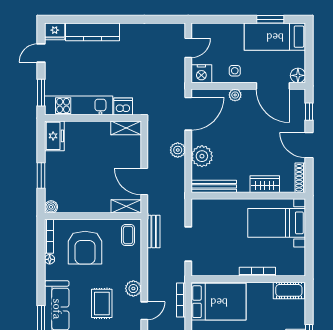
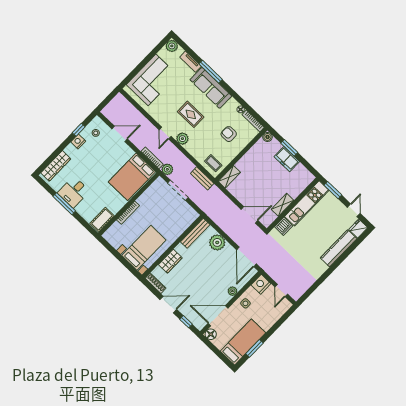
shelving: (126, 128) -> (283, 205), moved
freezer: (54, 136) -> (287, 159), moved
plant: (178, 150) -> (167, 169), moved
door: (144, 181) -> (250, 215), moved
armchair: (85, 248) -> (229, 134), width x0.53, depth x0.53

